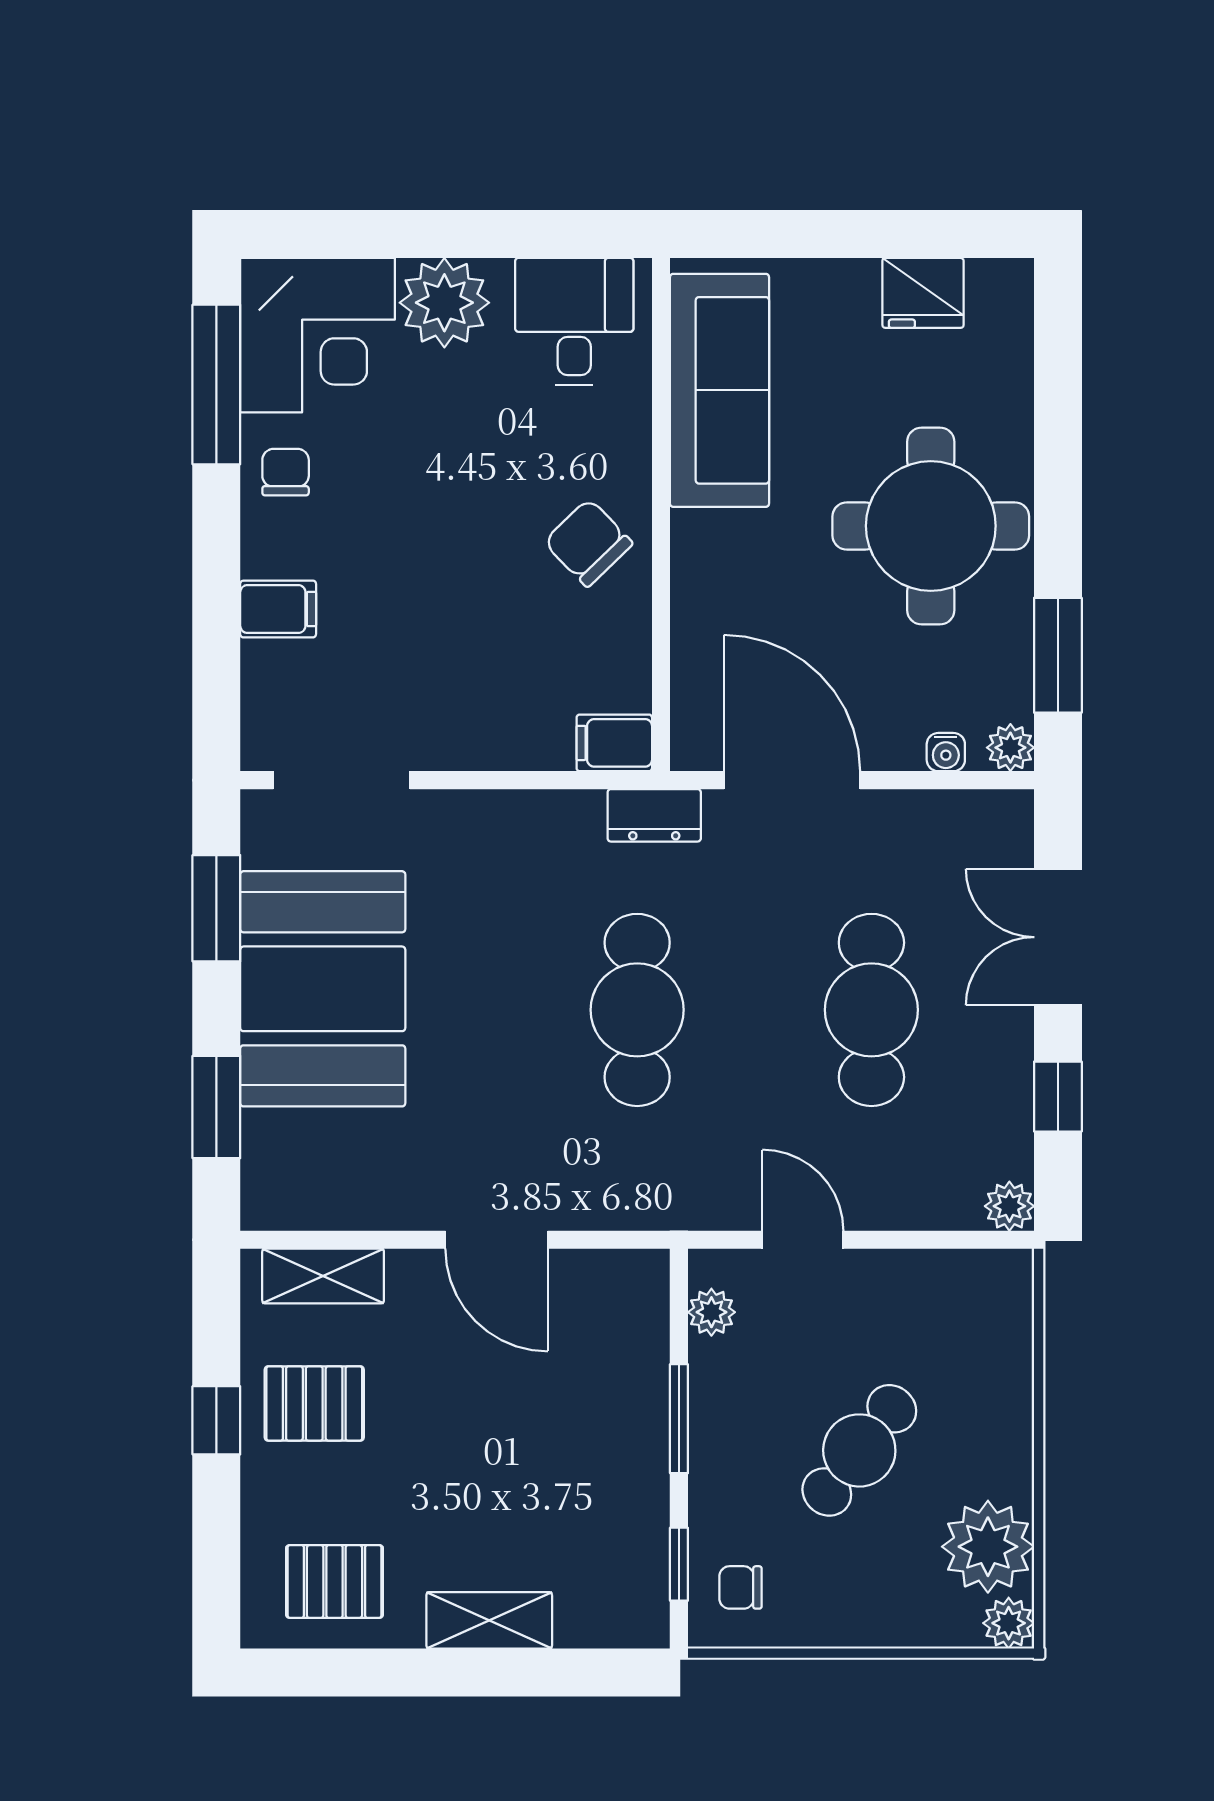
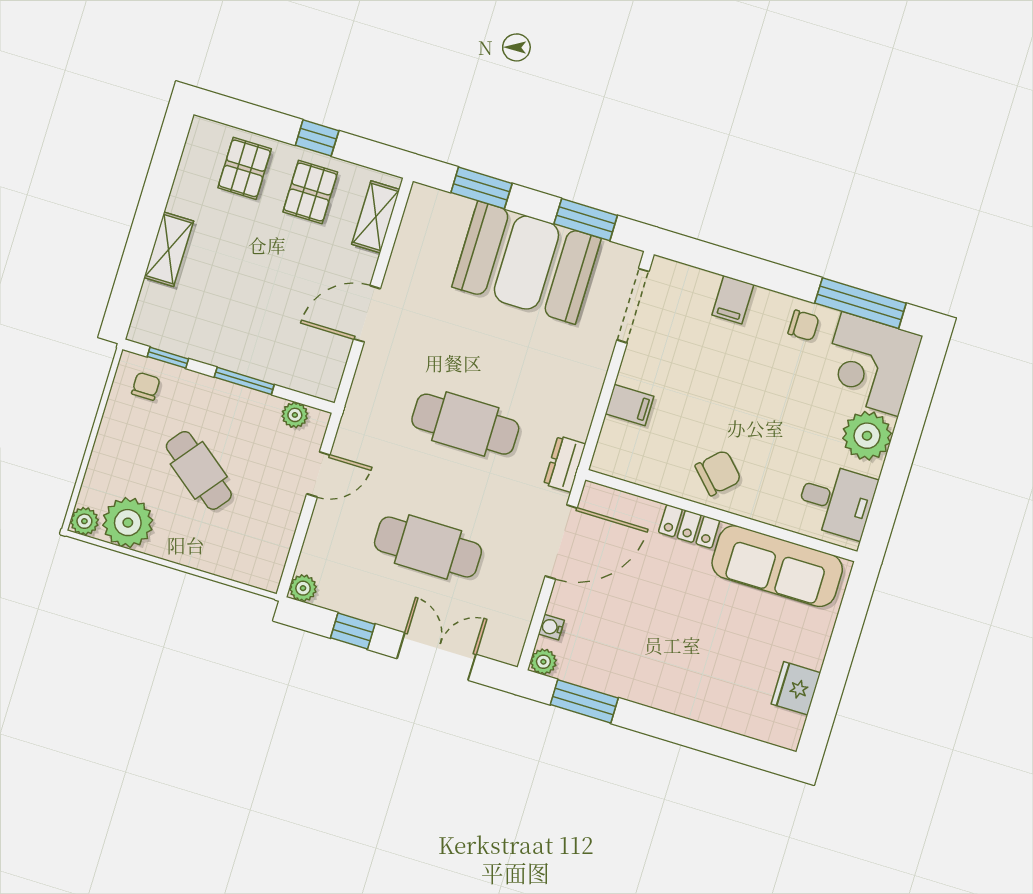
round table: (931, 526) -> (672, 655), removed
locker: (697, 565) -> (689, 526), added
filing cabinet: (614, 743) -> (630, 405), moved, turned 90
pallet: (334, 1581) -> (245, 168), moved

